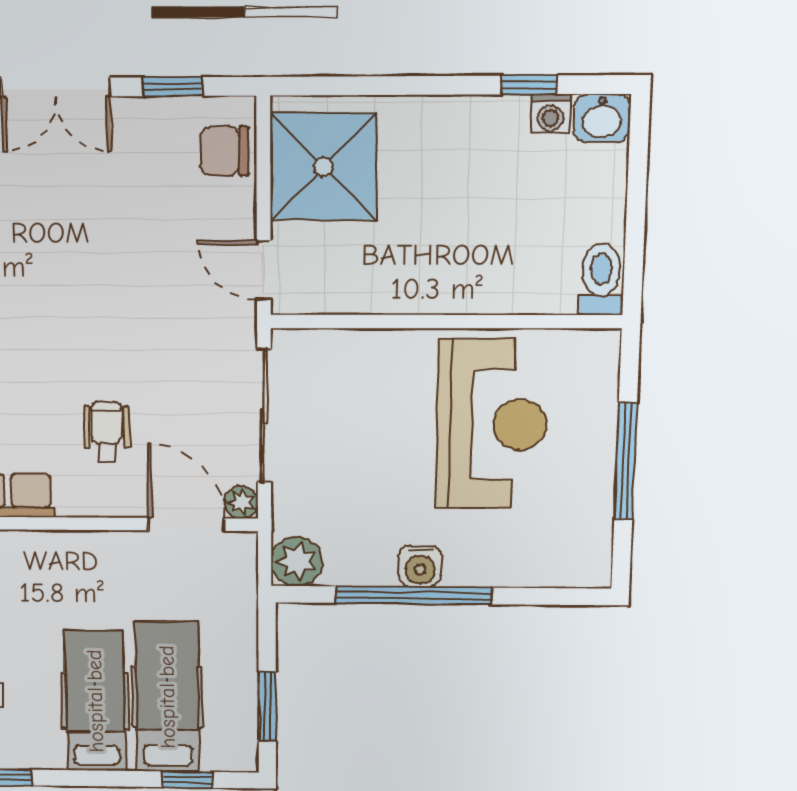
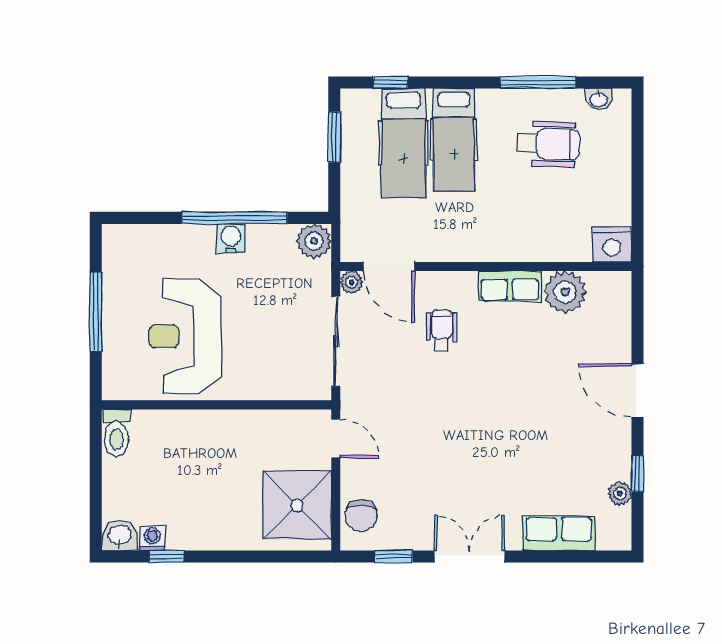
chair: (224, 151) -> (361, 515), turned 90
wheelchair: (107, 432) -> (442, 330), turned 180

